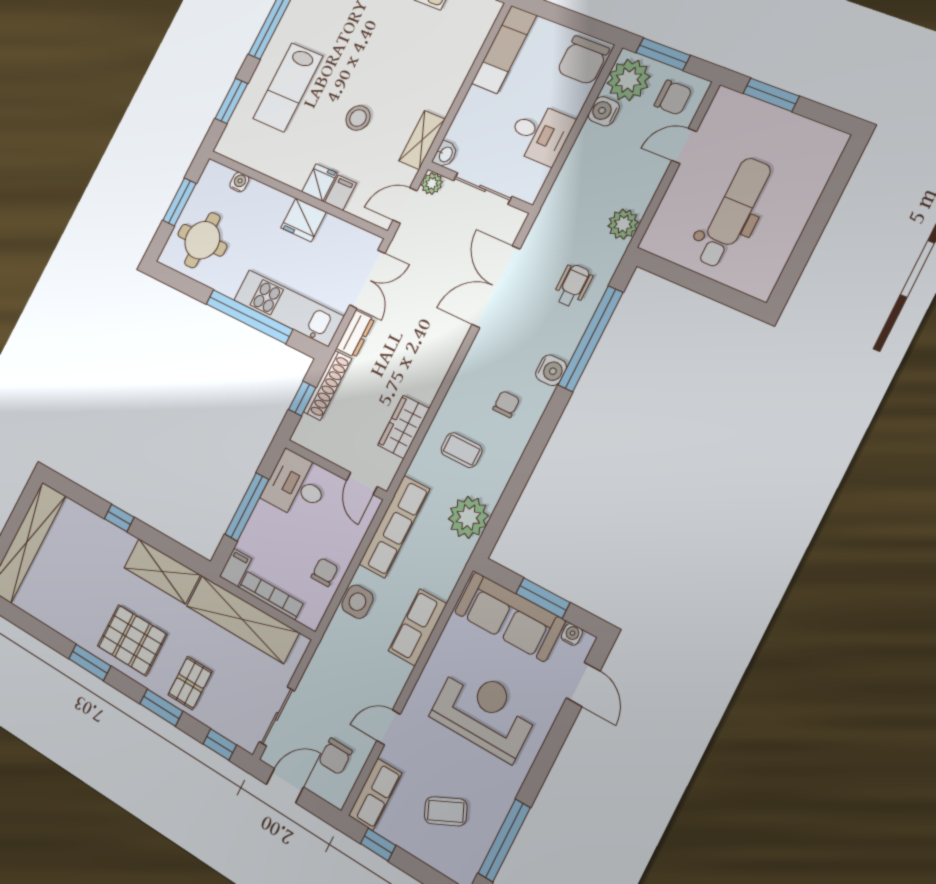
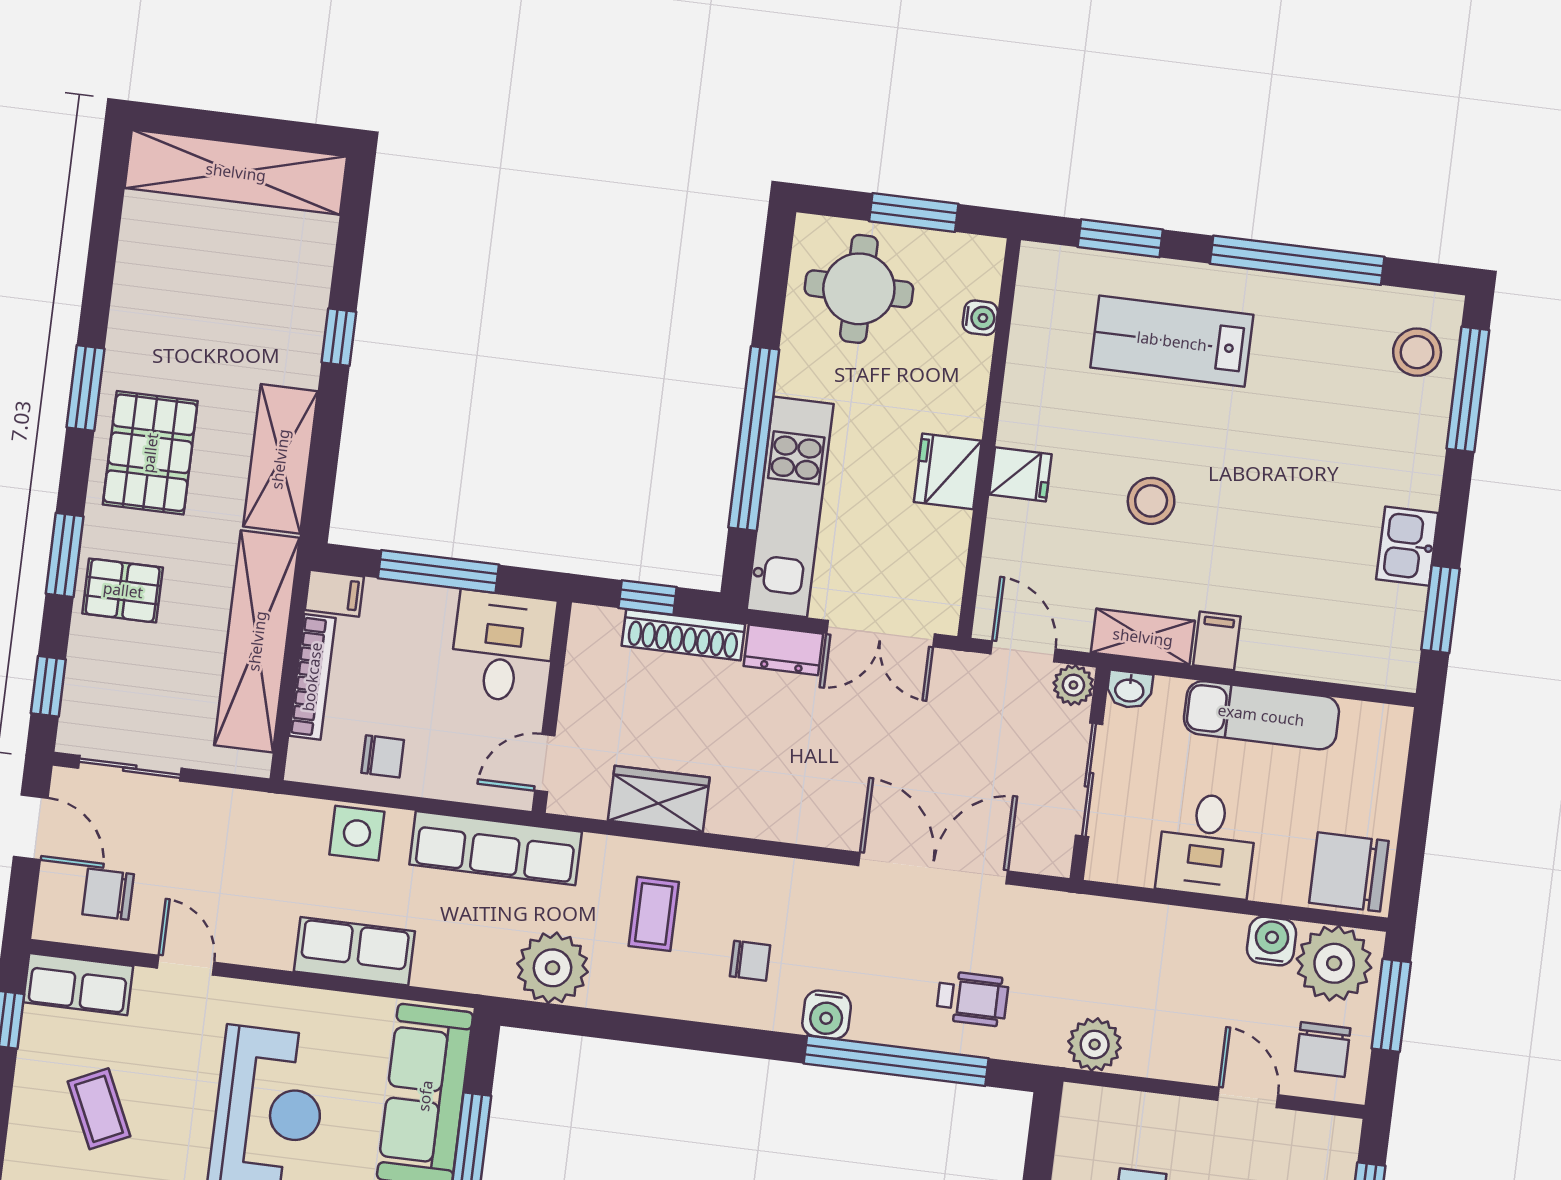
exam couch: (504, 49) -> (1261, 715), moved
filing cabinet: (340, 193) -> (1217, 641), moved, turned -90

